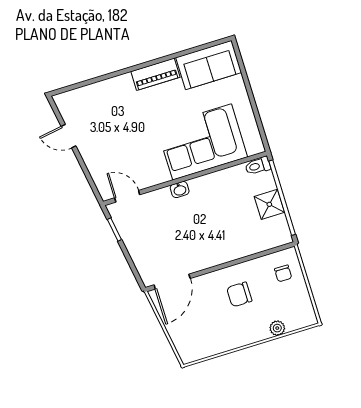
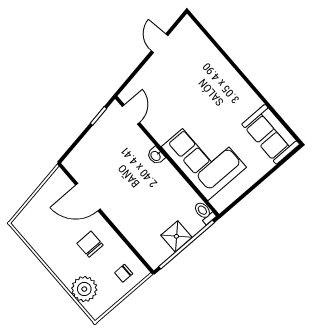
piano: (155, 74) -> (243, 93), removed
door: (172, 282) -> (88, 197), moved
plant: (277, 328) -> (84, 289), width x1.88, depth x1.88

